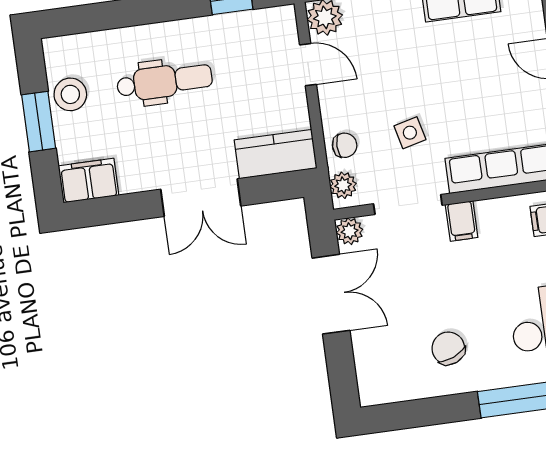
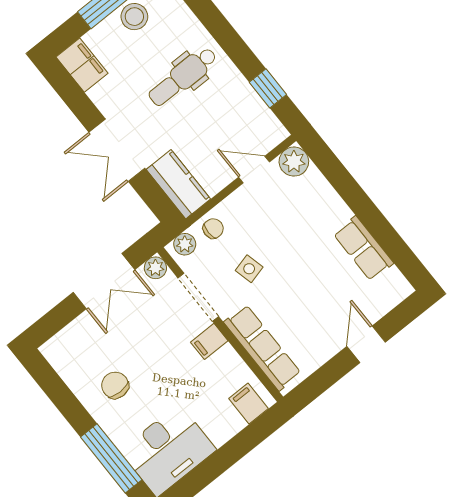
door: (308, 65) -> (254, 169), swing flipped
dental chair: (165, 81) -> (183, 77), turned 90
chair: (345, 145) -> (213, 229), turned -90
chair: (448, 348) -> (115, 385), turned -67

